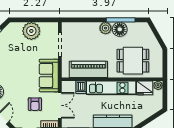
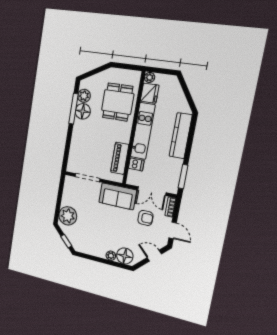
plant: (106, 28) -> (84, 96), moved
plant: (31, 31) -> (68, 216), moved
piano: (88, 69) -> (120, 158), width x0.73, depth x0.75
double door: (60, 105) -> (152, 191), swing flipped

